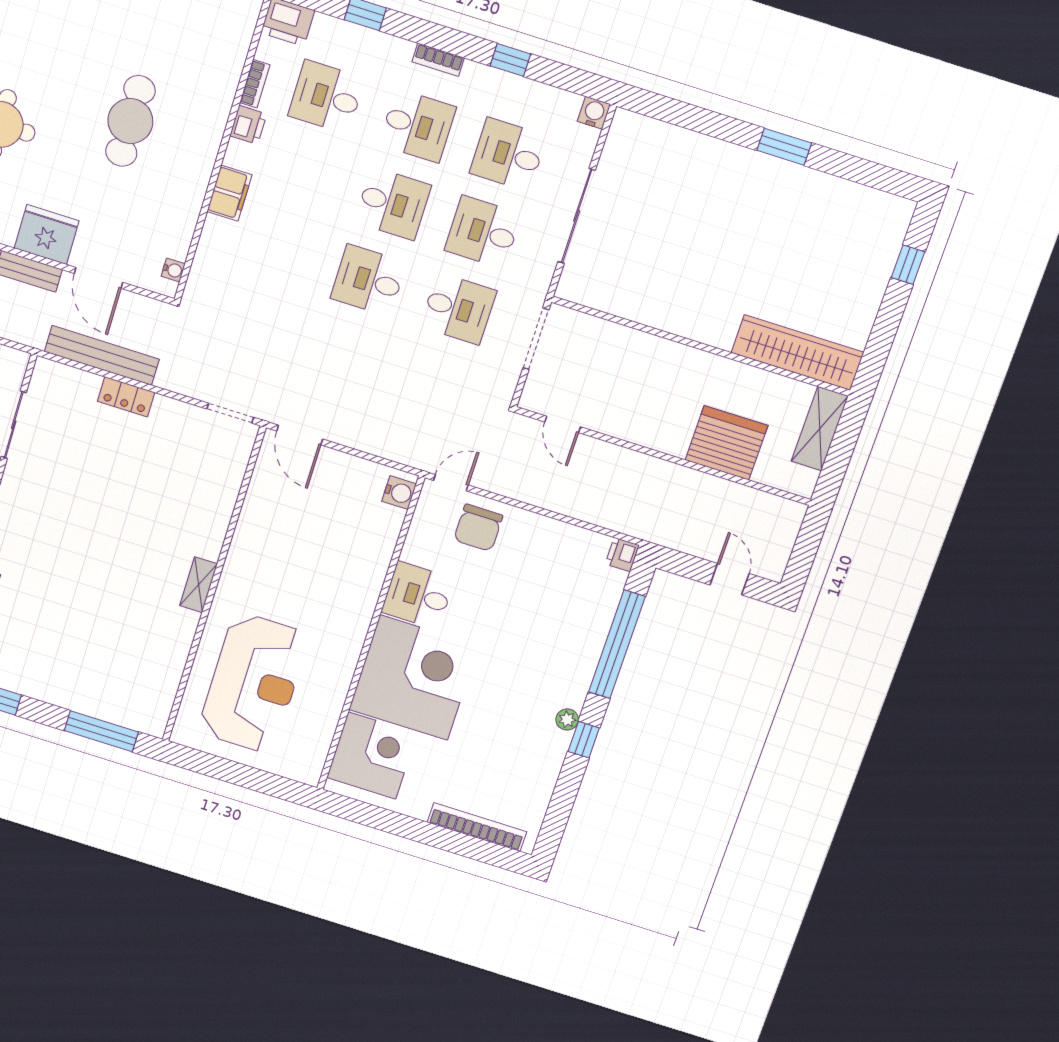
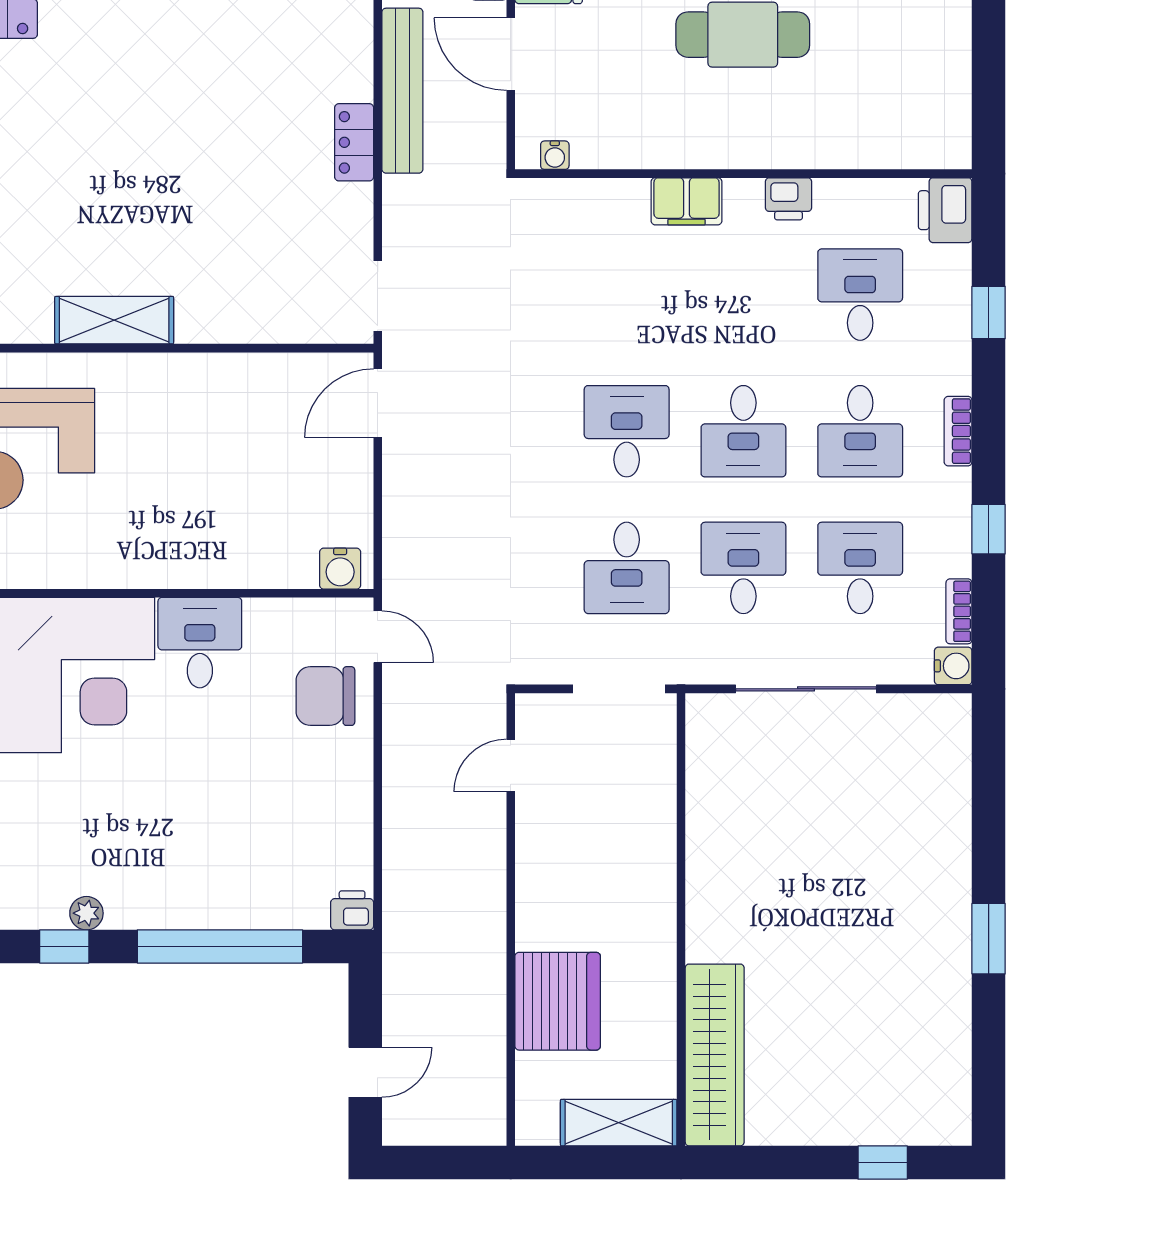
bookcase: (255, 84) -> (959, 611), moved, turned 90
door: (99, 278) -> (511, 54), hinge flipped
shelving: (199, 585) -> (114, 320), width x1.50, depth x1.33

